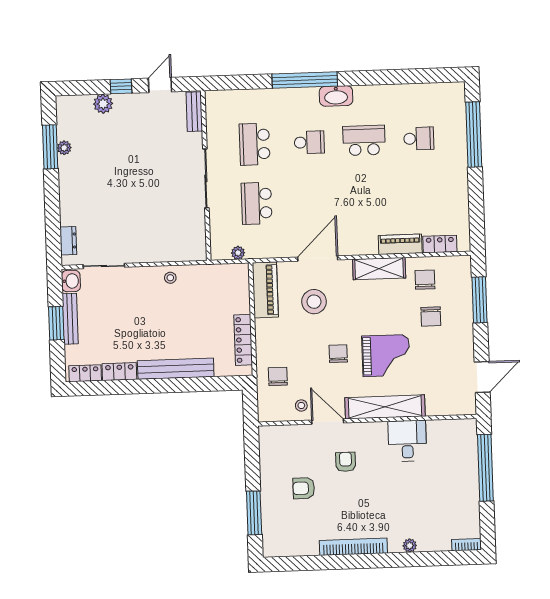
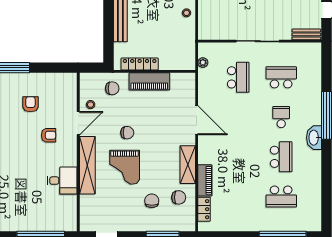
school desk: (419, 138) -> (281, 197), width x1.85
school desk: (309, 142) -> (281, 117), turned 180
school desk: (257, 203) -> (238, 77), turned 90
piano: (265, 290) -> (149, 81), moved
stool: (314, 302) -> (166, 116), removed
chair: (431, 316) -> (152, 201), turned 90

